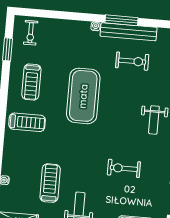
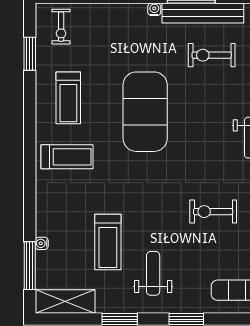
exercise bike: (132, 61) -> (212, 55), turned 180
treadmill: (50, 183) -> (108, 242), turned 180

